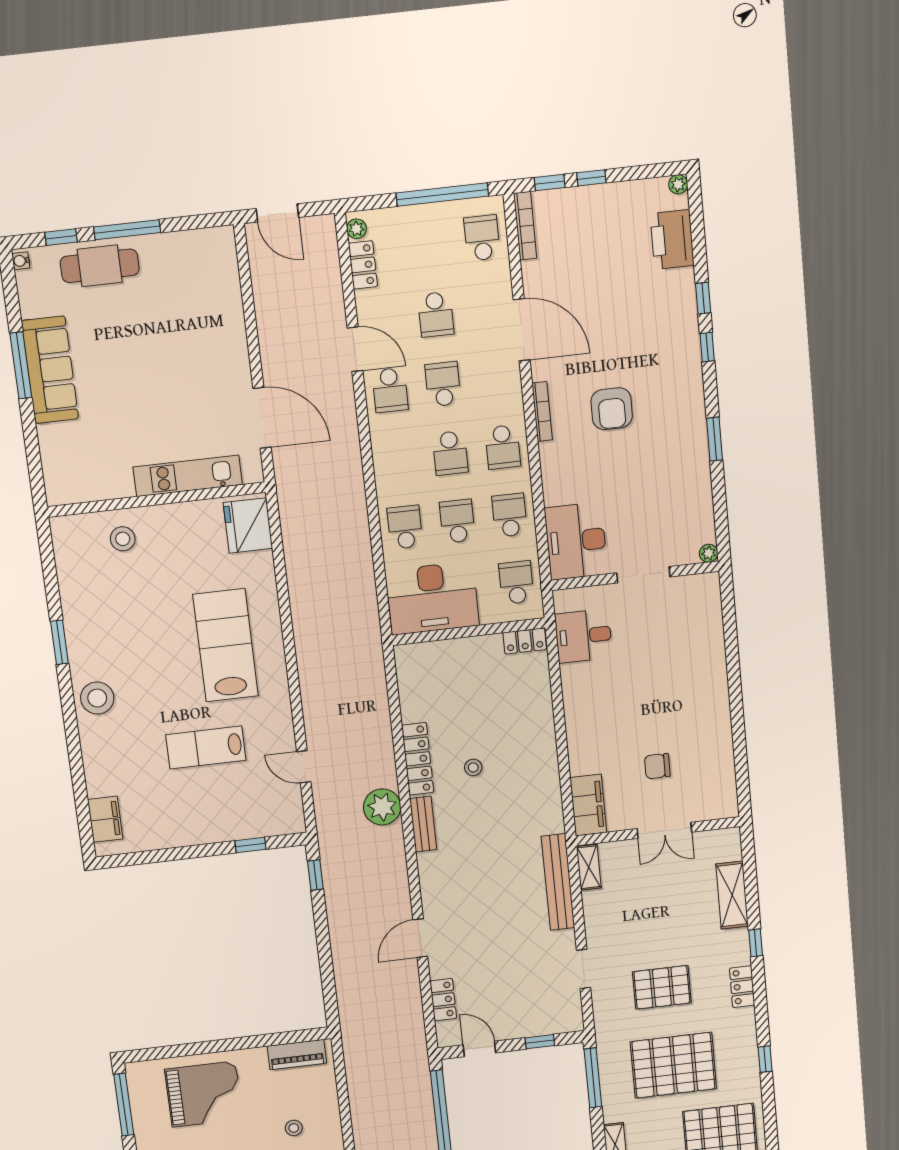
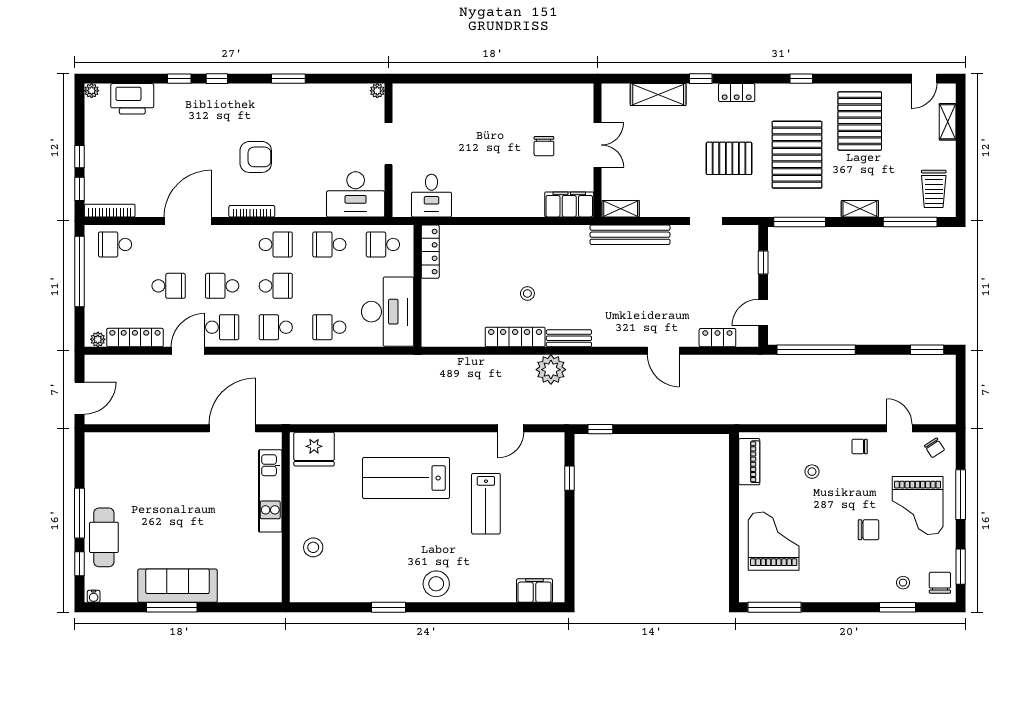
locker: (363, 265) -> (135, 338), width x1.53
school desk: (457, 521) -> (276, 327), moved
locker: (525, 641) -> (430, 252), width x1.53
pallet: (662, 987) -> (729, 158), turned 90

